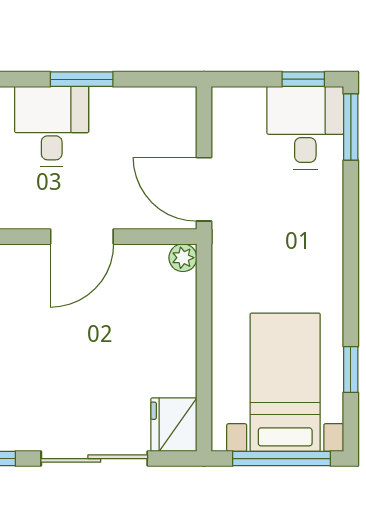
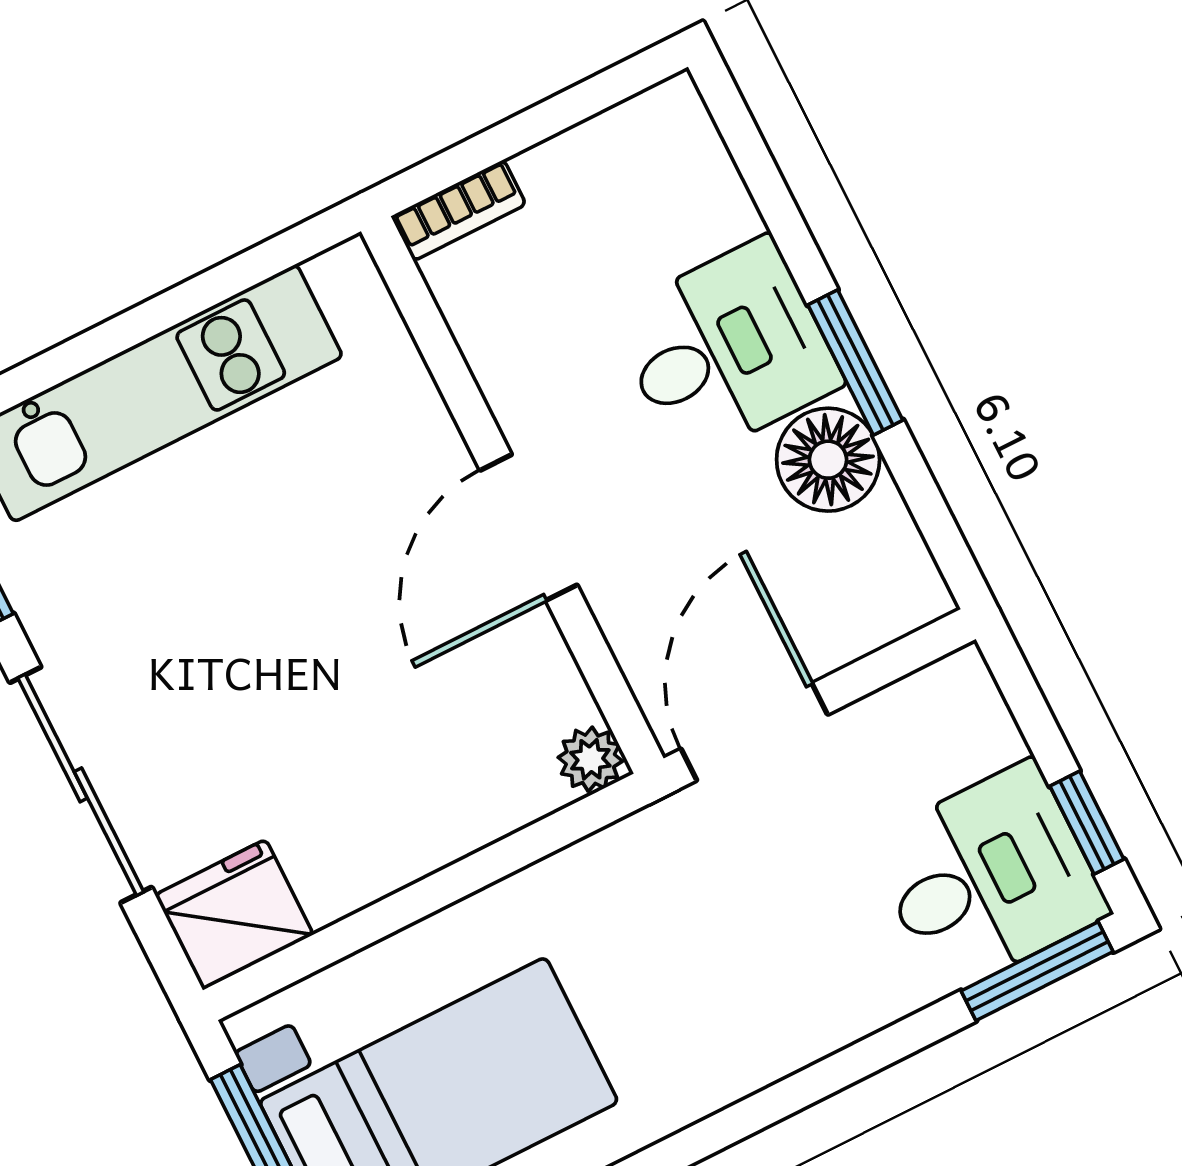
floor lamp: (114, 108) -> (828, 460), added
door: (82, 237) -> (529, 528), hinge flipped

